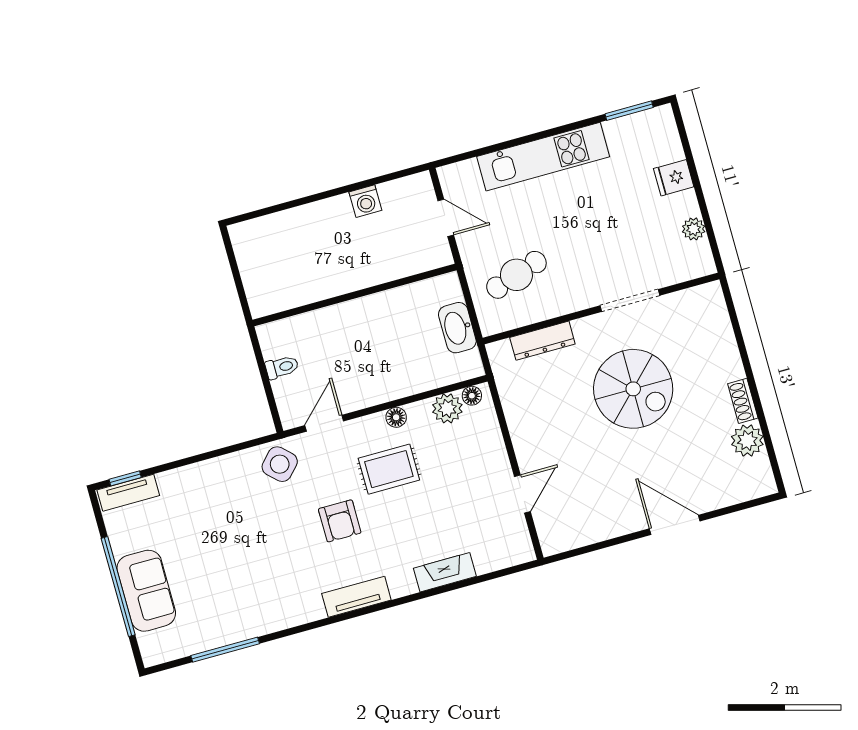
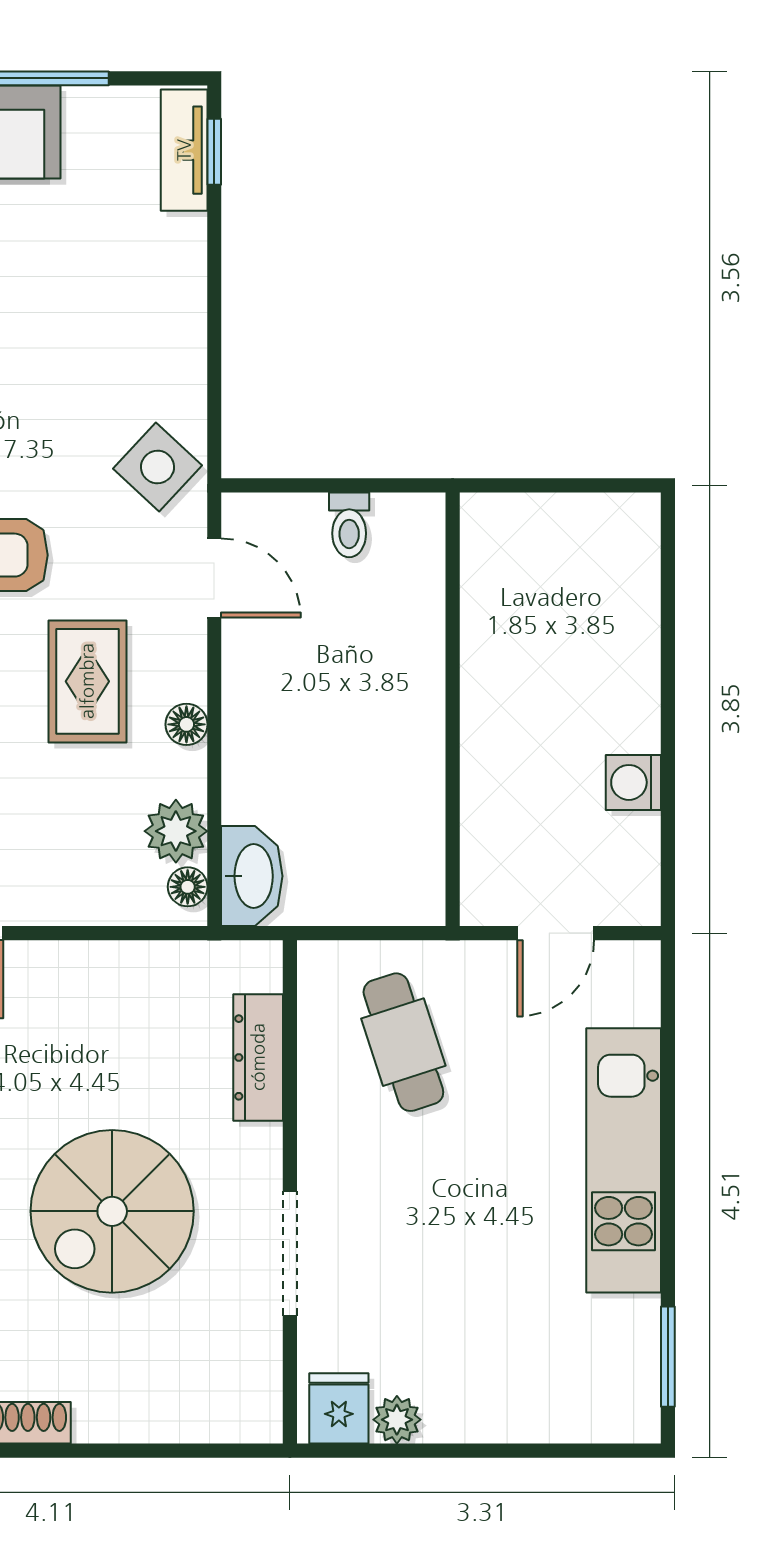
fridge: (674, 178) -> (339, 1408), moved
washbasin: (457, 328) -> (252, 876), moved, turned 90

